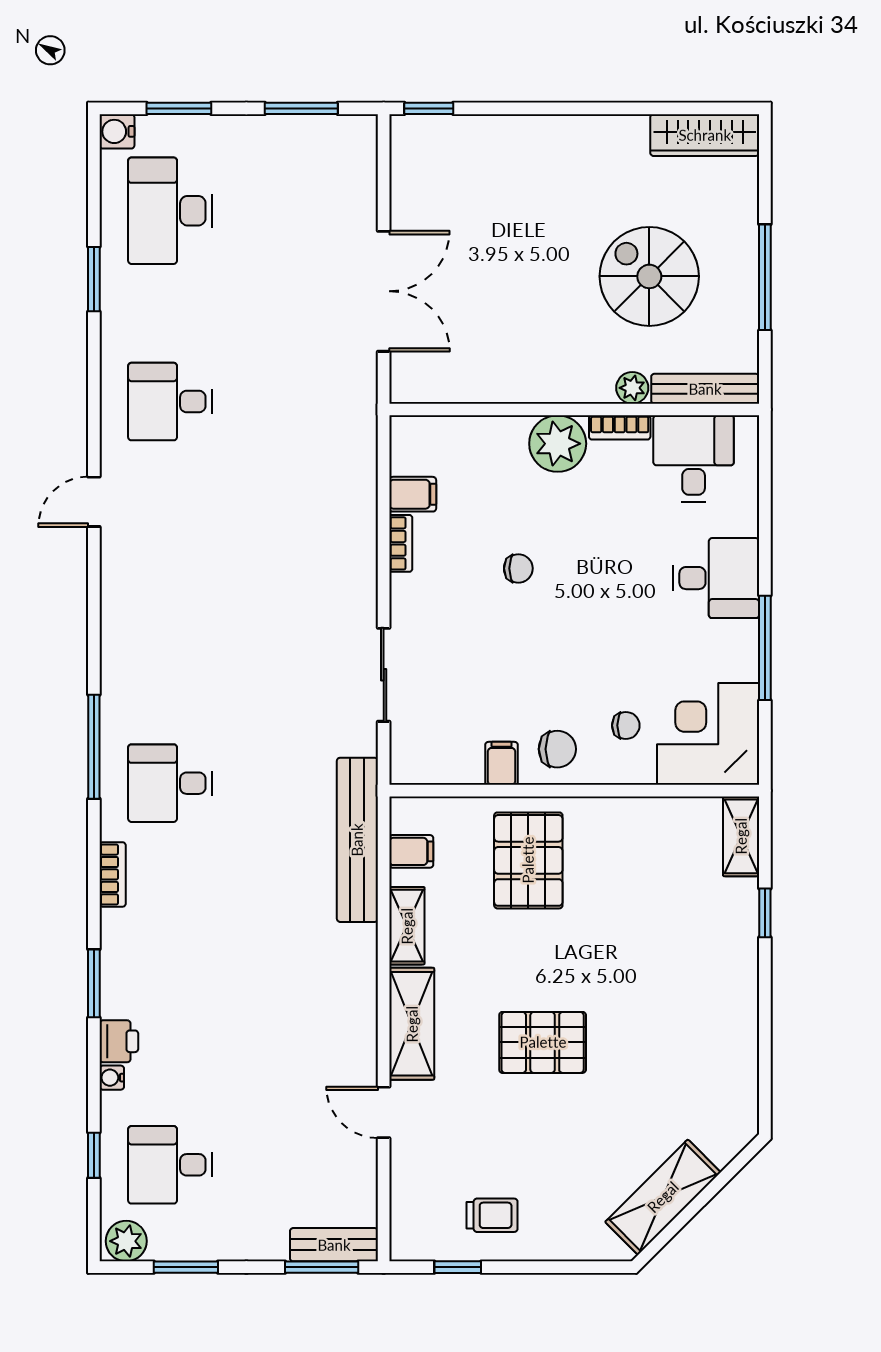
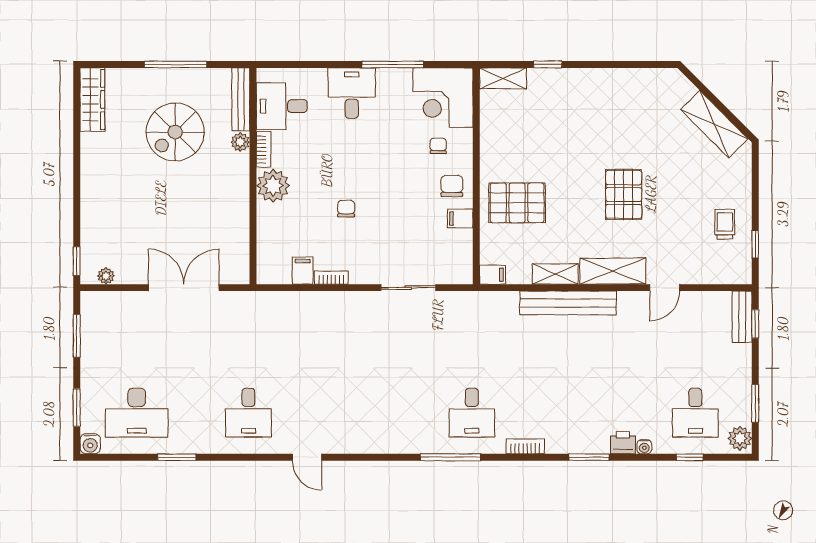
plant: (404, 158) -> (106, 276), added
bench: (357, 840) -> (568, 303), moved
filing cabinet: (411, 851) -> (492, 275), moved, turned 90
window: (322, 1267) -> (755, 324), width x0.67

